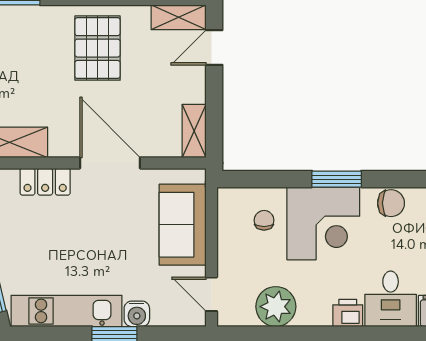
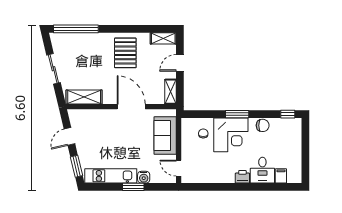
door: (214, 47) -> (180, 63), moved
locker: (45, 182) -> (101, 115), removed
plant: (276, 307) -> (209, 174), removed

